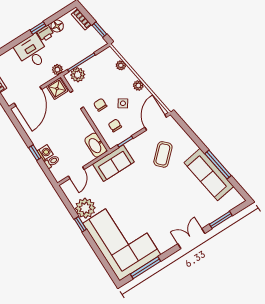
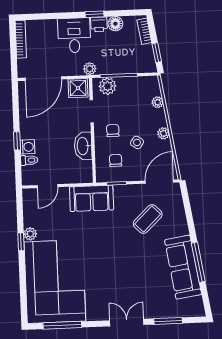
washbasin: (96, 145) -> (83, 146), moved
plant: (85, 208) -> (30, 234), width x0.53, depth x0.53

